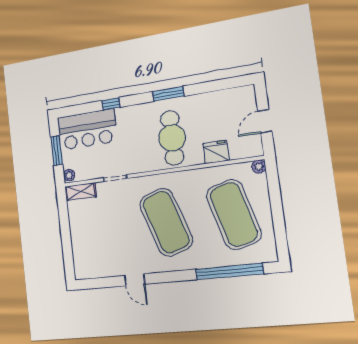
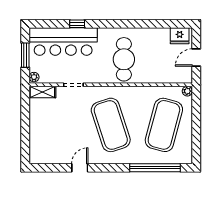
window: (168, 94) -> (125, 24), removed
bar counter: (87, 130) -> (63, 42), width x1.36
fridge: (216, 152) -> (180, 36), moved, turned 180
exercise mat: (234, 214) -> (164, 125), turned 30
door: (135, 280) -> (80, 168), swing flipped

